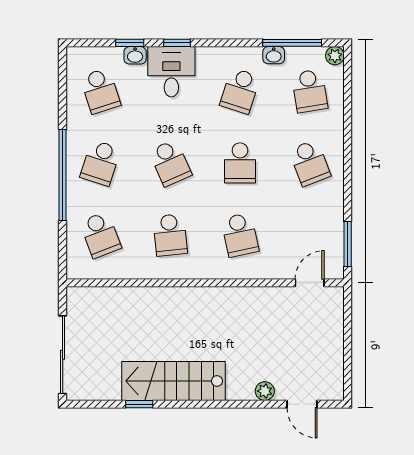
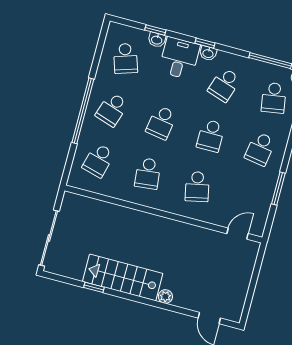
window: (177, 43) -> (205, 43), moved
washbasin: (274, 55) -> (208, 53), moved
school desk: (170, 163) -> (161, 123), turned 33
school desk: (310, 163) -> (260, 149), turned 30
school desk: (100, 235) -> (98, 160), turned 36
window: (348, 244) -> (278, 188), moved
plant: (265, 391) -> (165, 296), moved

